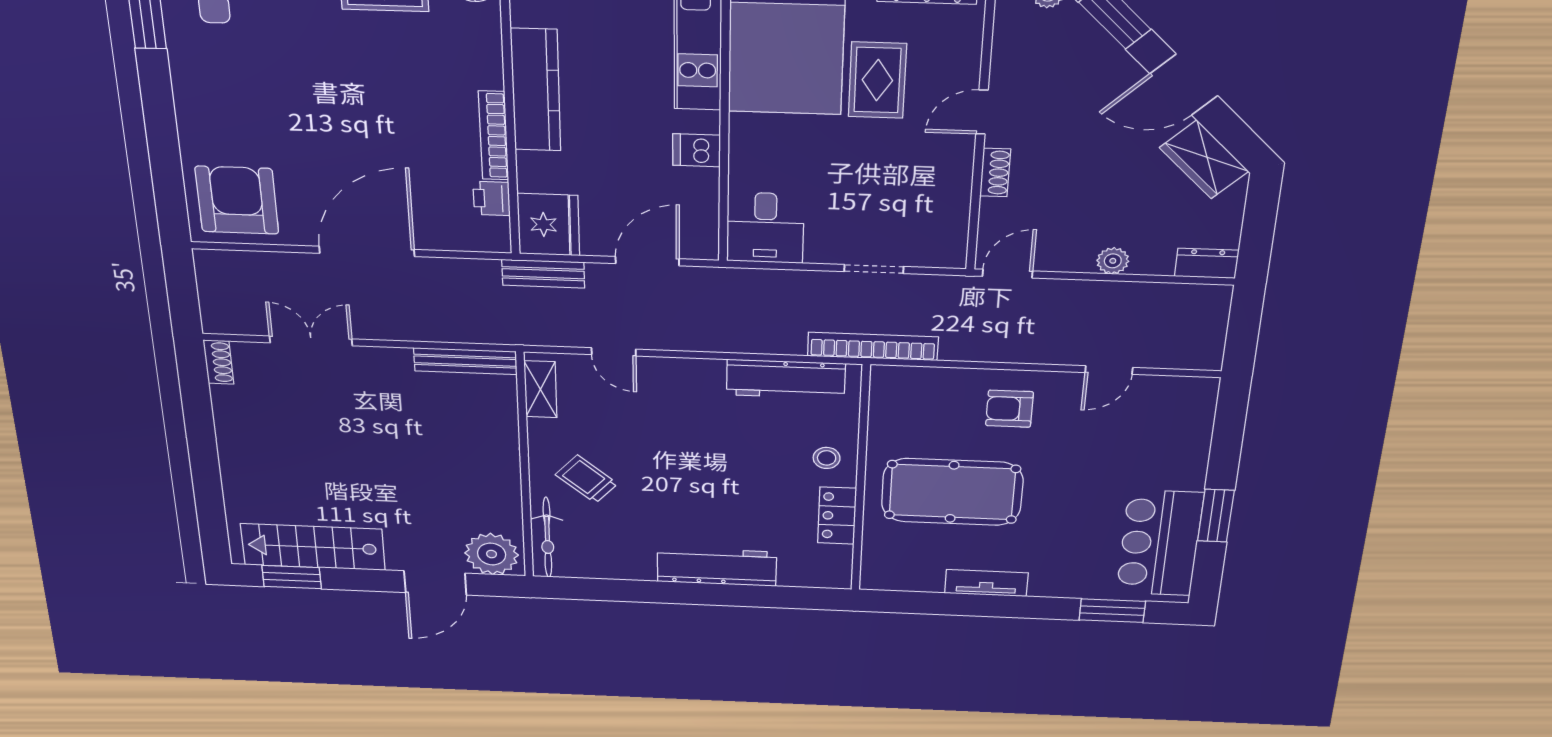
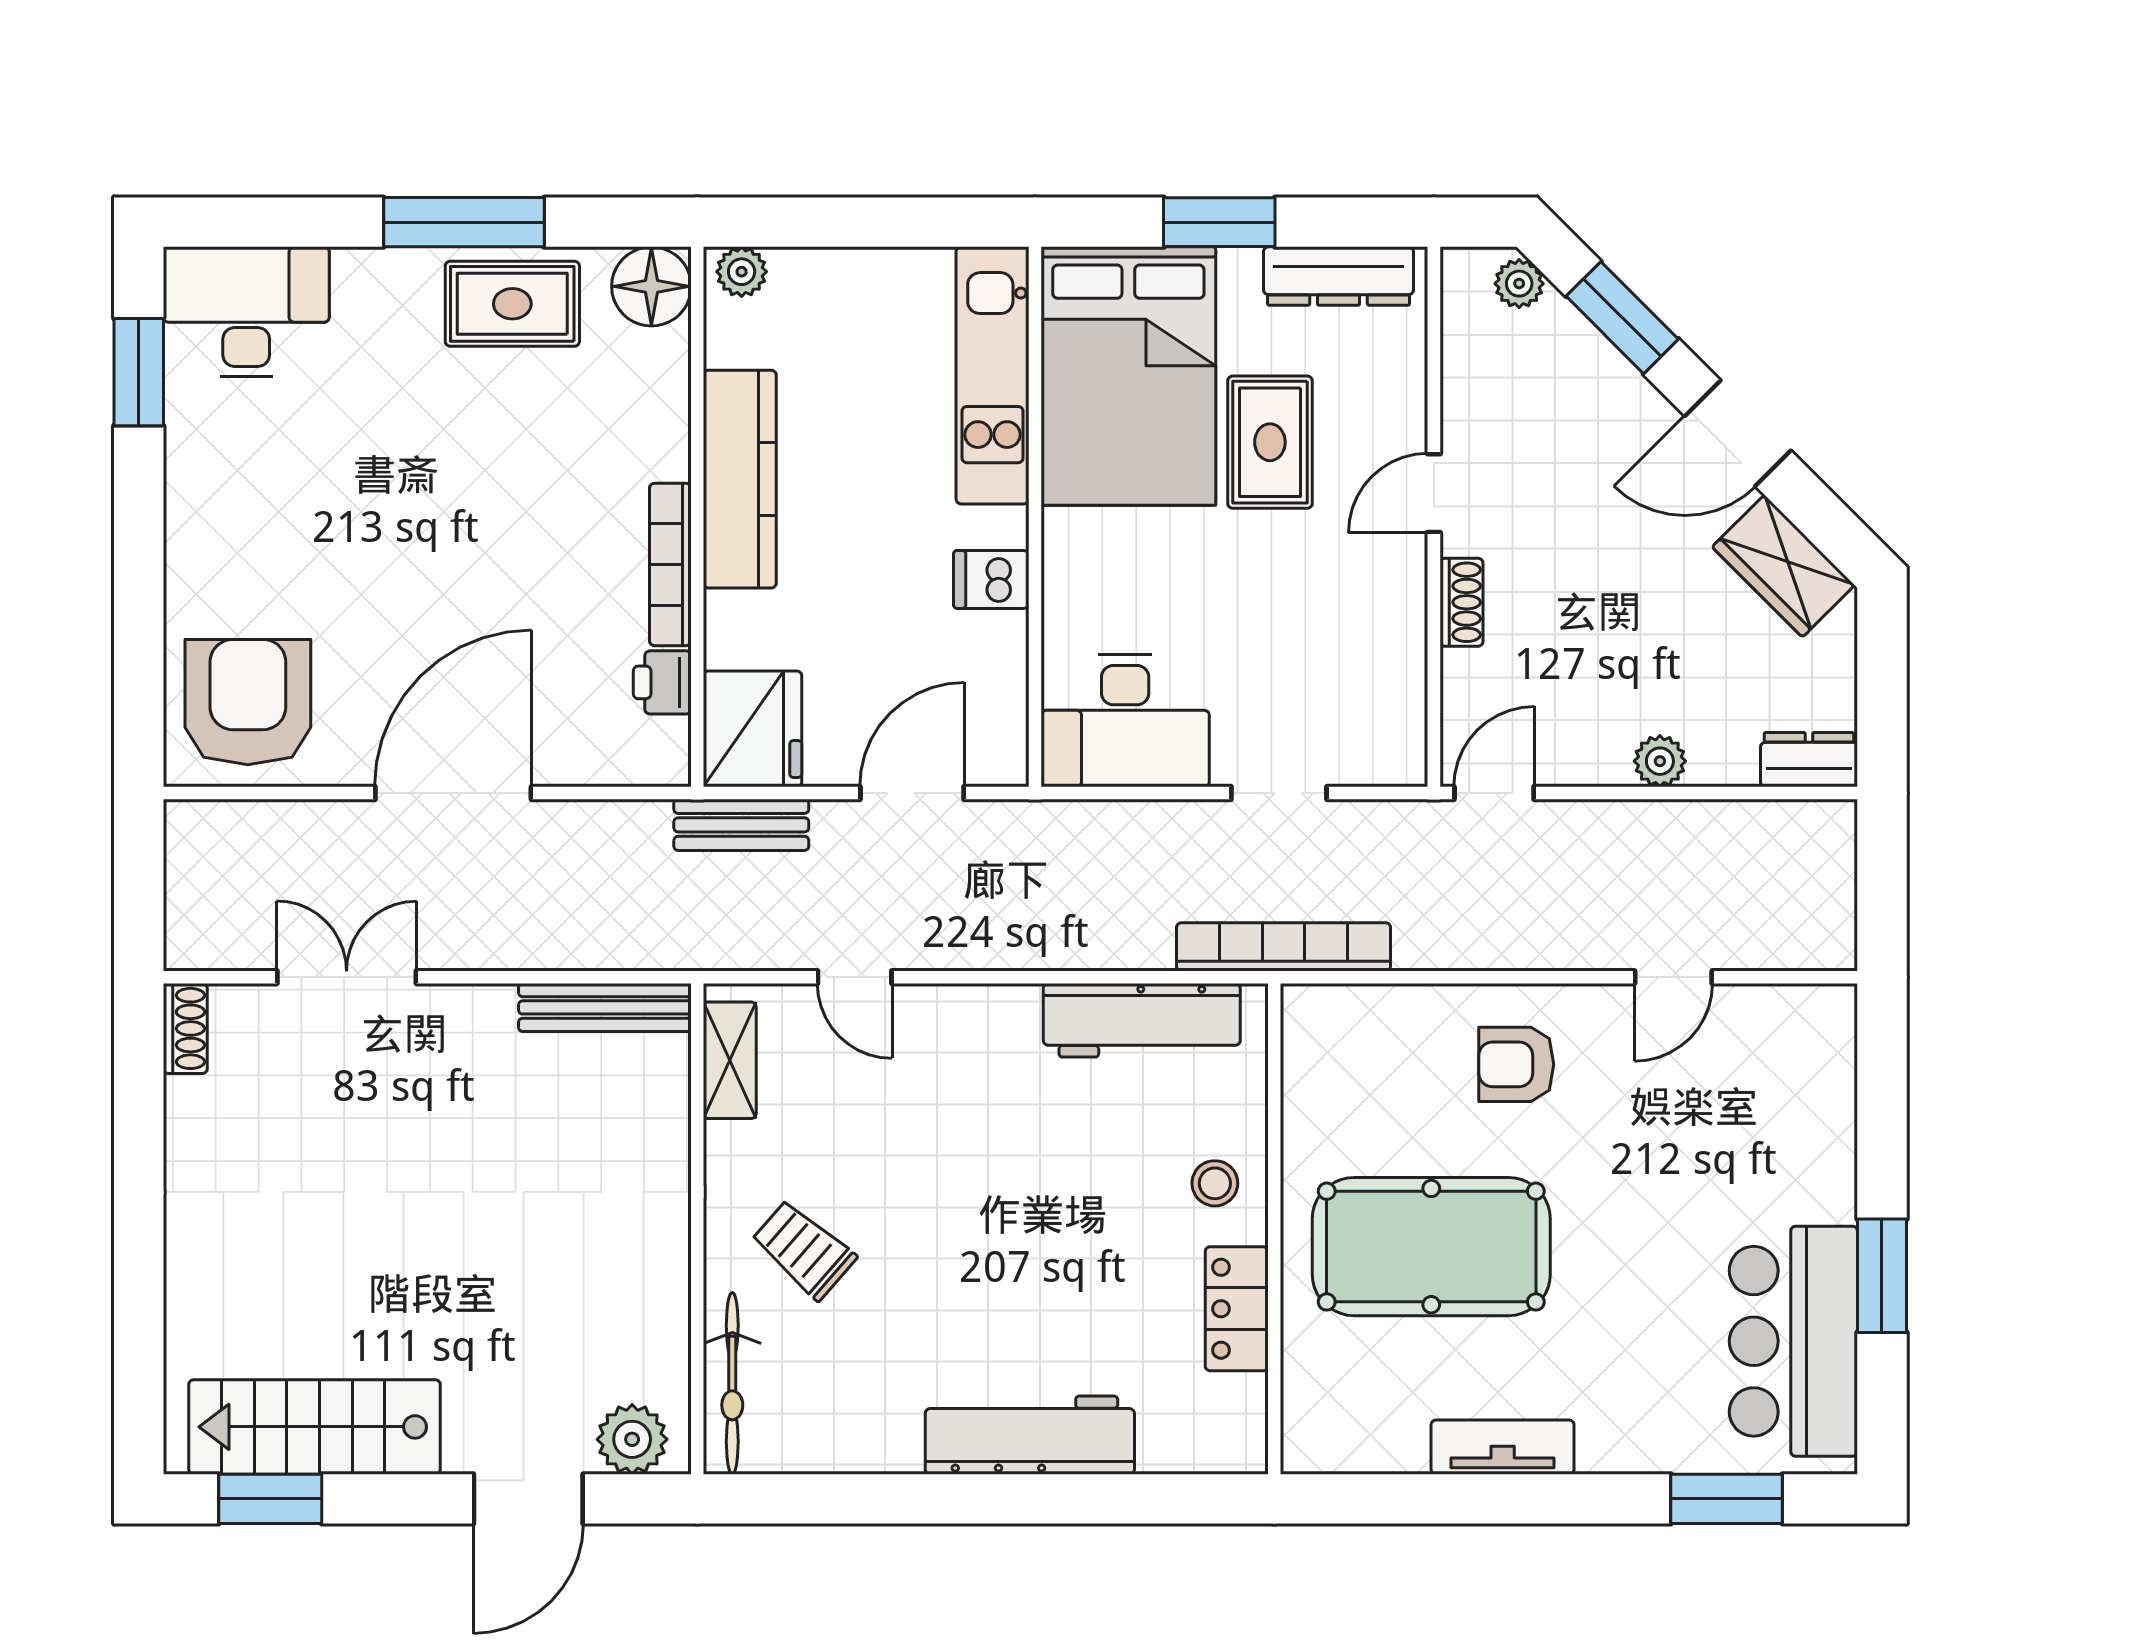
desk: (765, 228) -> (1125, 721), width x1.37
plant: (492, 554) -> (632, 1439), width x0.73, depth x0.73

